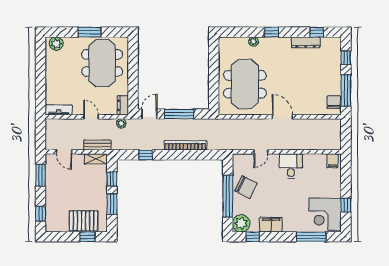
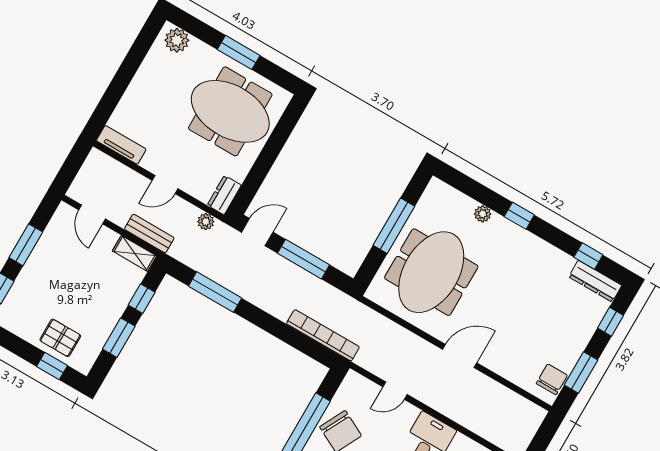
dresser: (306, 42) -> (595, 281), moved
meeting table: (102, 63) -> (230, 111), turned 90
window: (214, 72) -> (394, 226), added
window: (346, 91) -> (581, 373), width x0.69
door: (91, 117) -> (165, 184), swing flipped
door: (282, 117) -> (460, 356), hinge flipped
bookcase: (185, 145) -> (323, 335), moved
window: (146, 155) -> (215, 292), width x2.17
window: (41, 175) -> (26, 245), moved
pallet: (84, 221) -> (60, 338), width x0.67, depth x0.71

